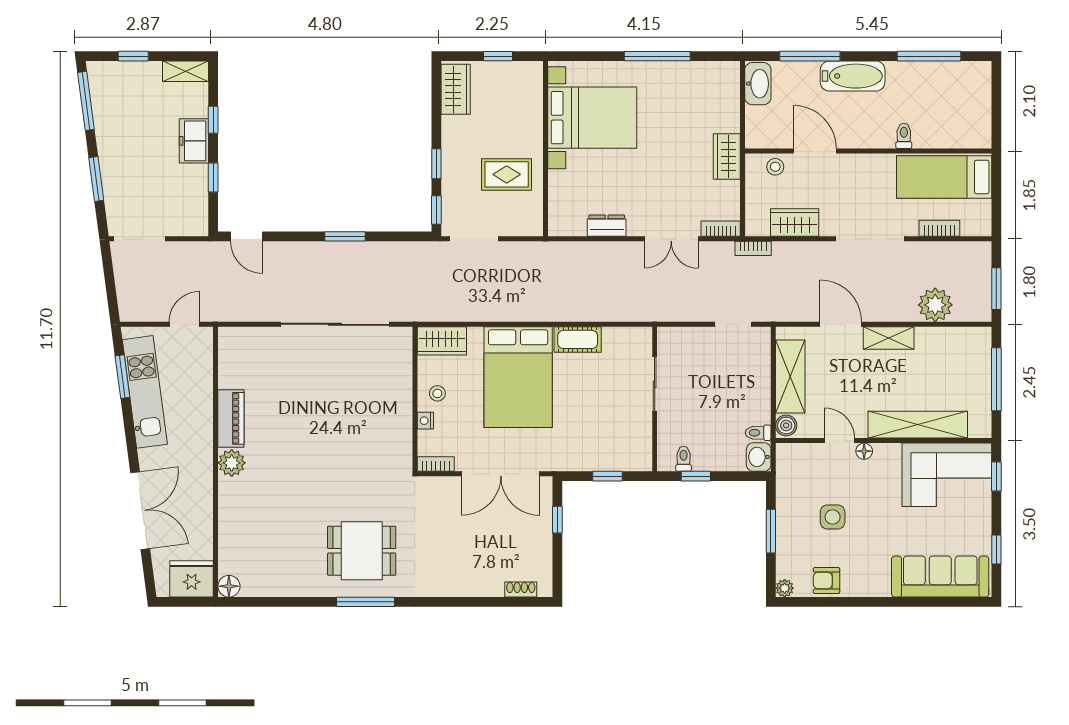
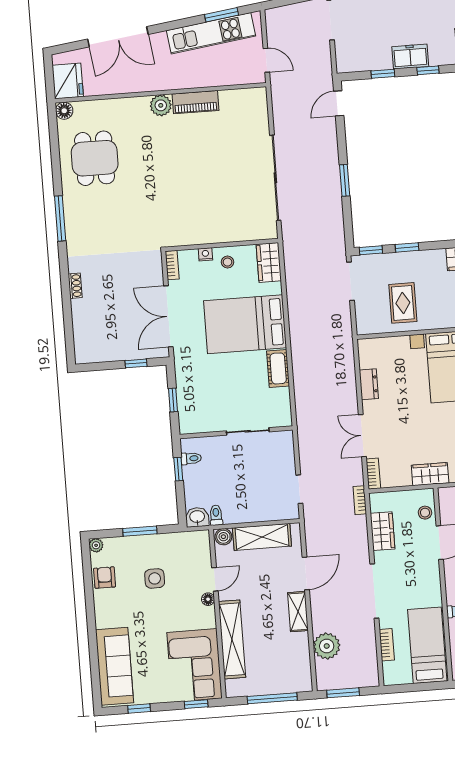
dining table: (362, 551) -> (95, 158), moved
shoe rack: (521, 589) -> (75, 286), moved

